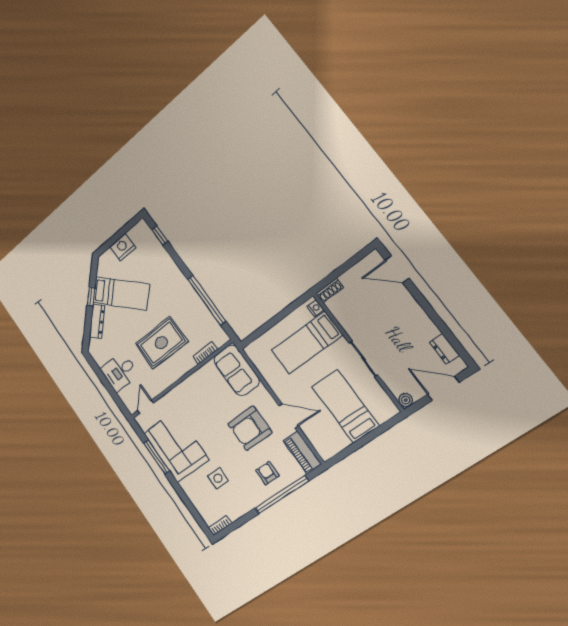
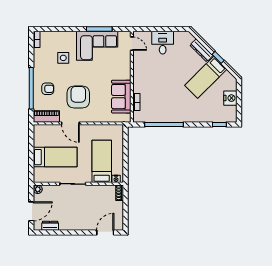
rug: (161, 343) -> (161, 81), removed
sofa: (236, 370) -> (121, 97), moved, turned -90
door: (289, 416) -> (70, 123), hinge flipped

